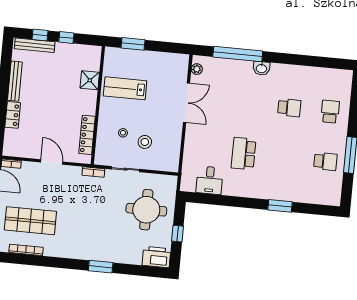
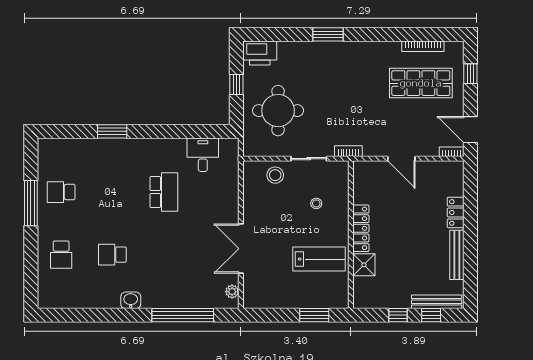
washbasin: (261, 68) -> (131, 300), moved
locker: (87, 135) -> (361, 228), moved
stool: (145, 142) -> (275, 175), moved

